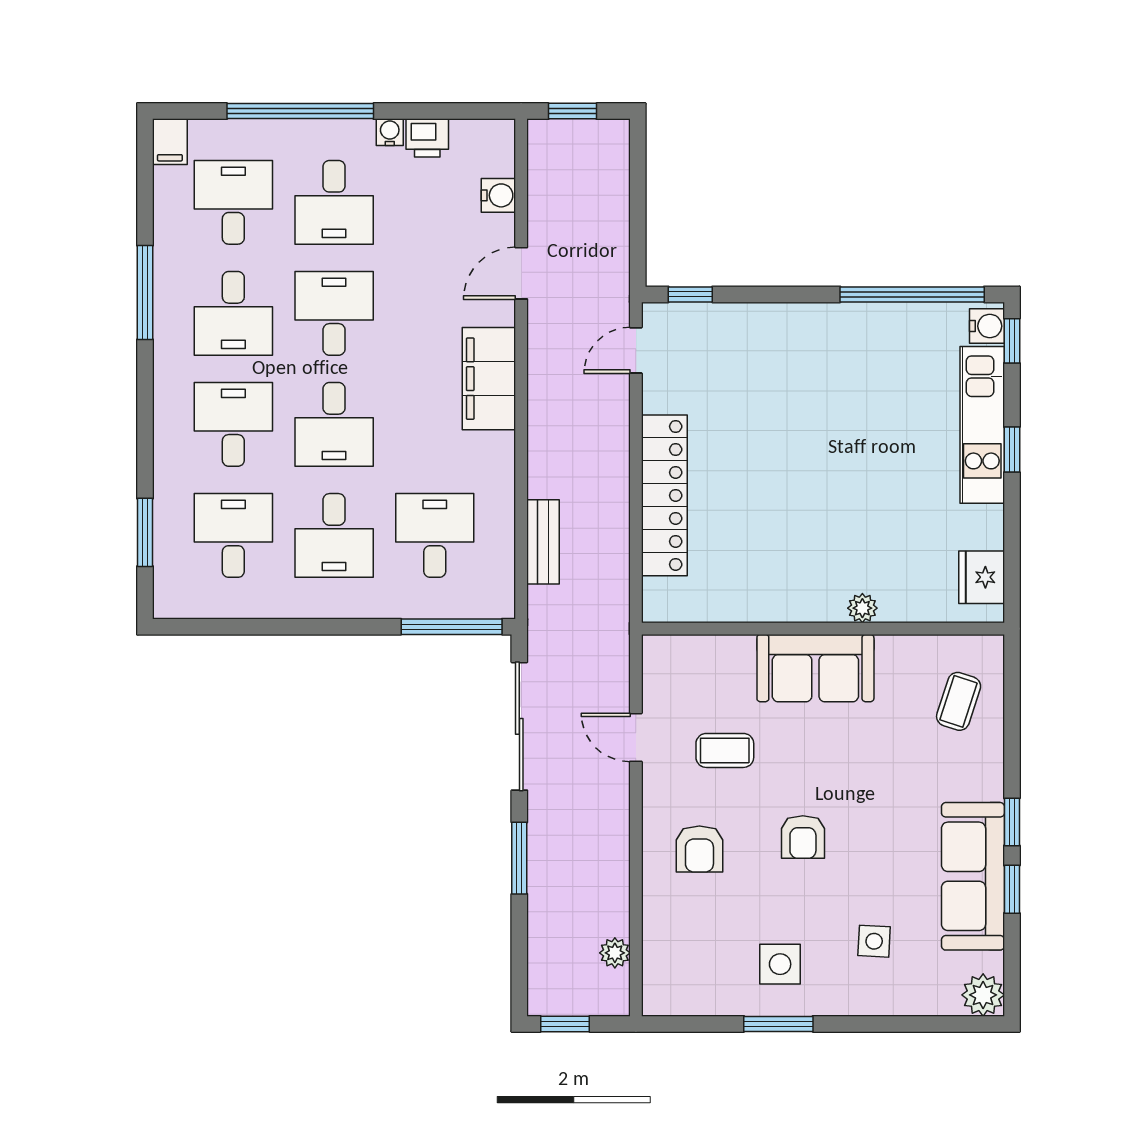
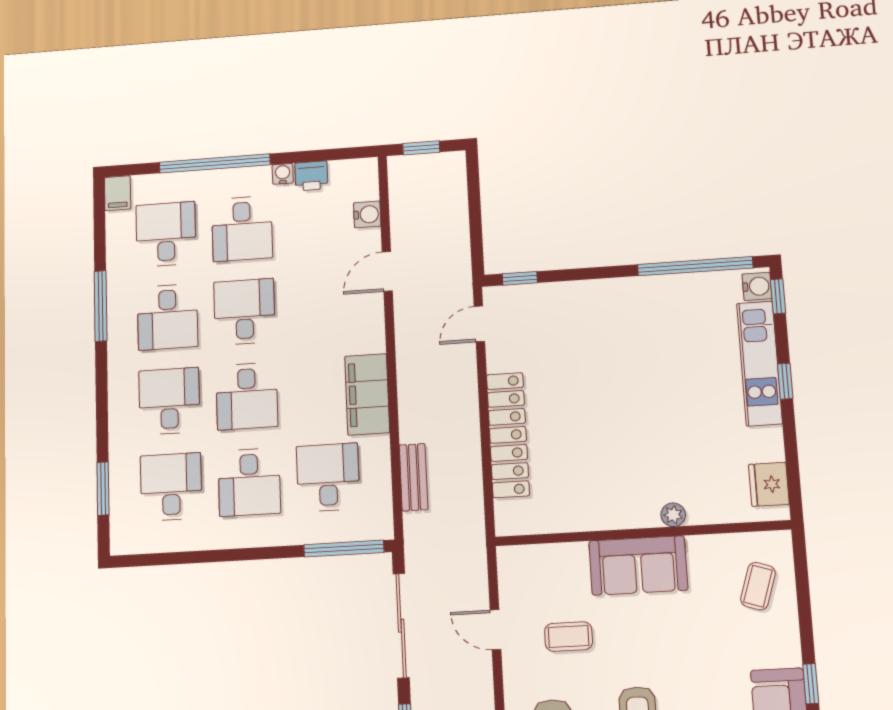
filing cabinet: (489, 379) -> (367, 394), moved

